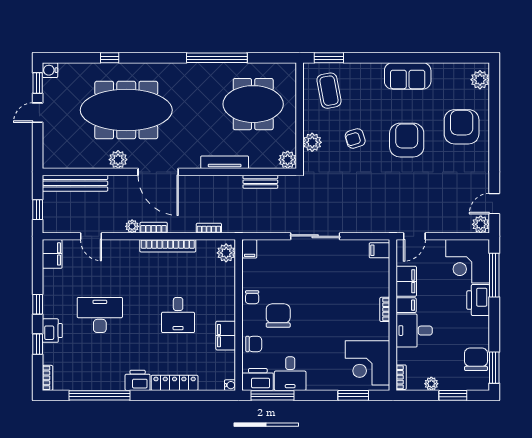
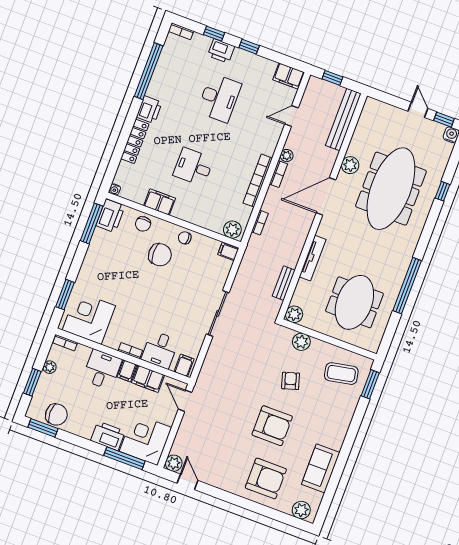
sofa: (408, 76) -> (321, 468), moved
desk: (290, 374) -> (160, 350), moved, turned -90

